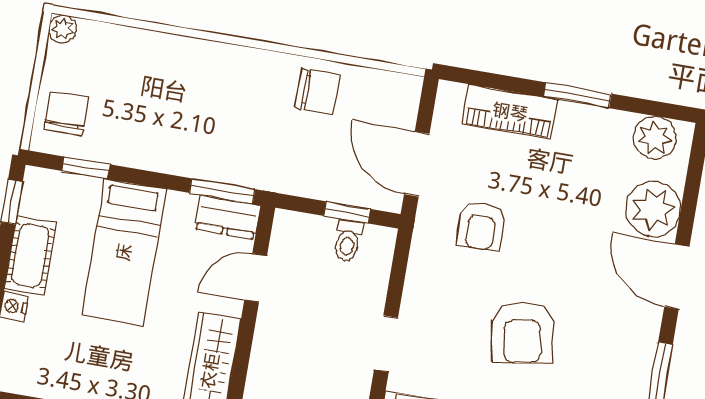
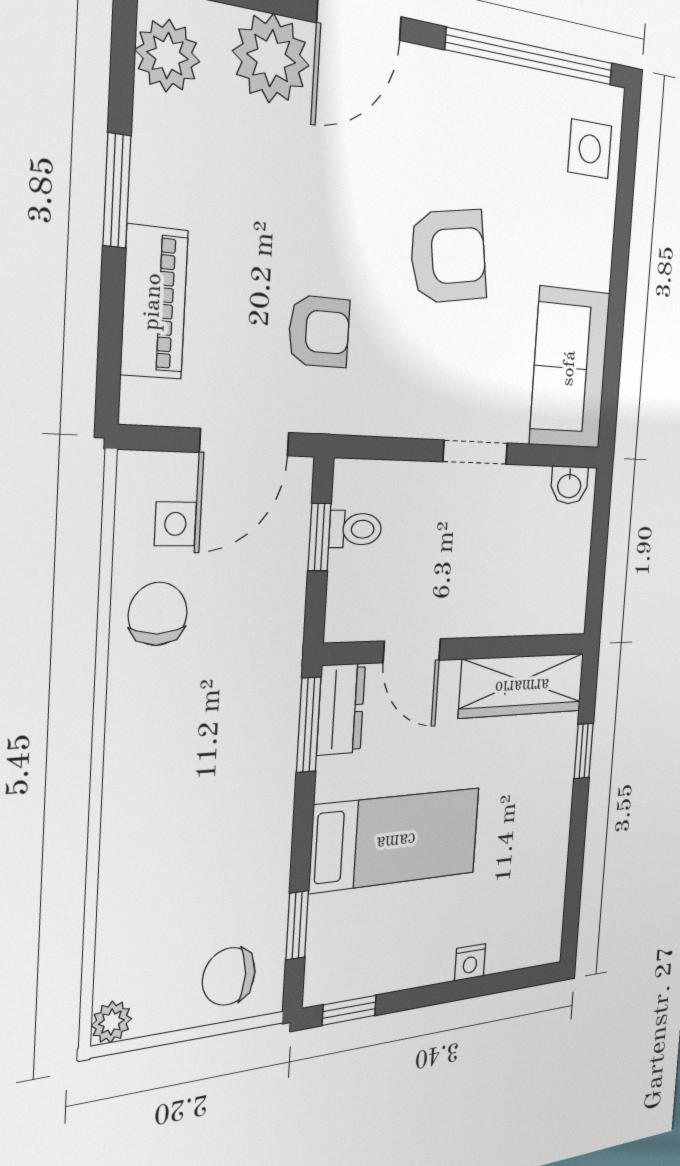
side table: (372, 110) -> (175, 524), added
cot: (30, 256) -> (411, 962), removed

